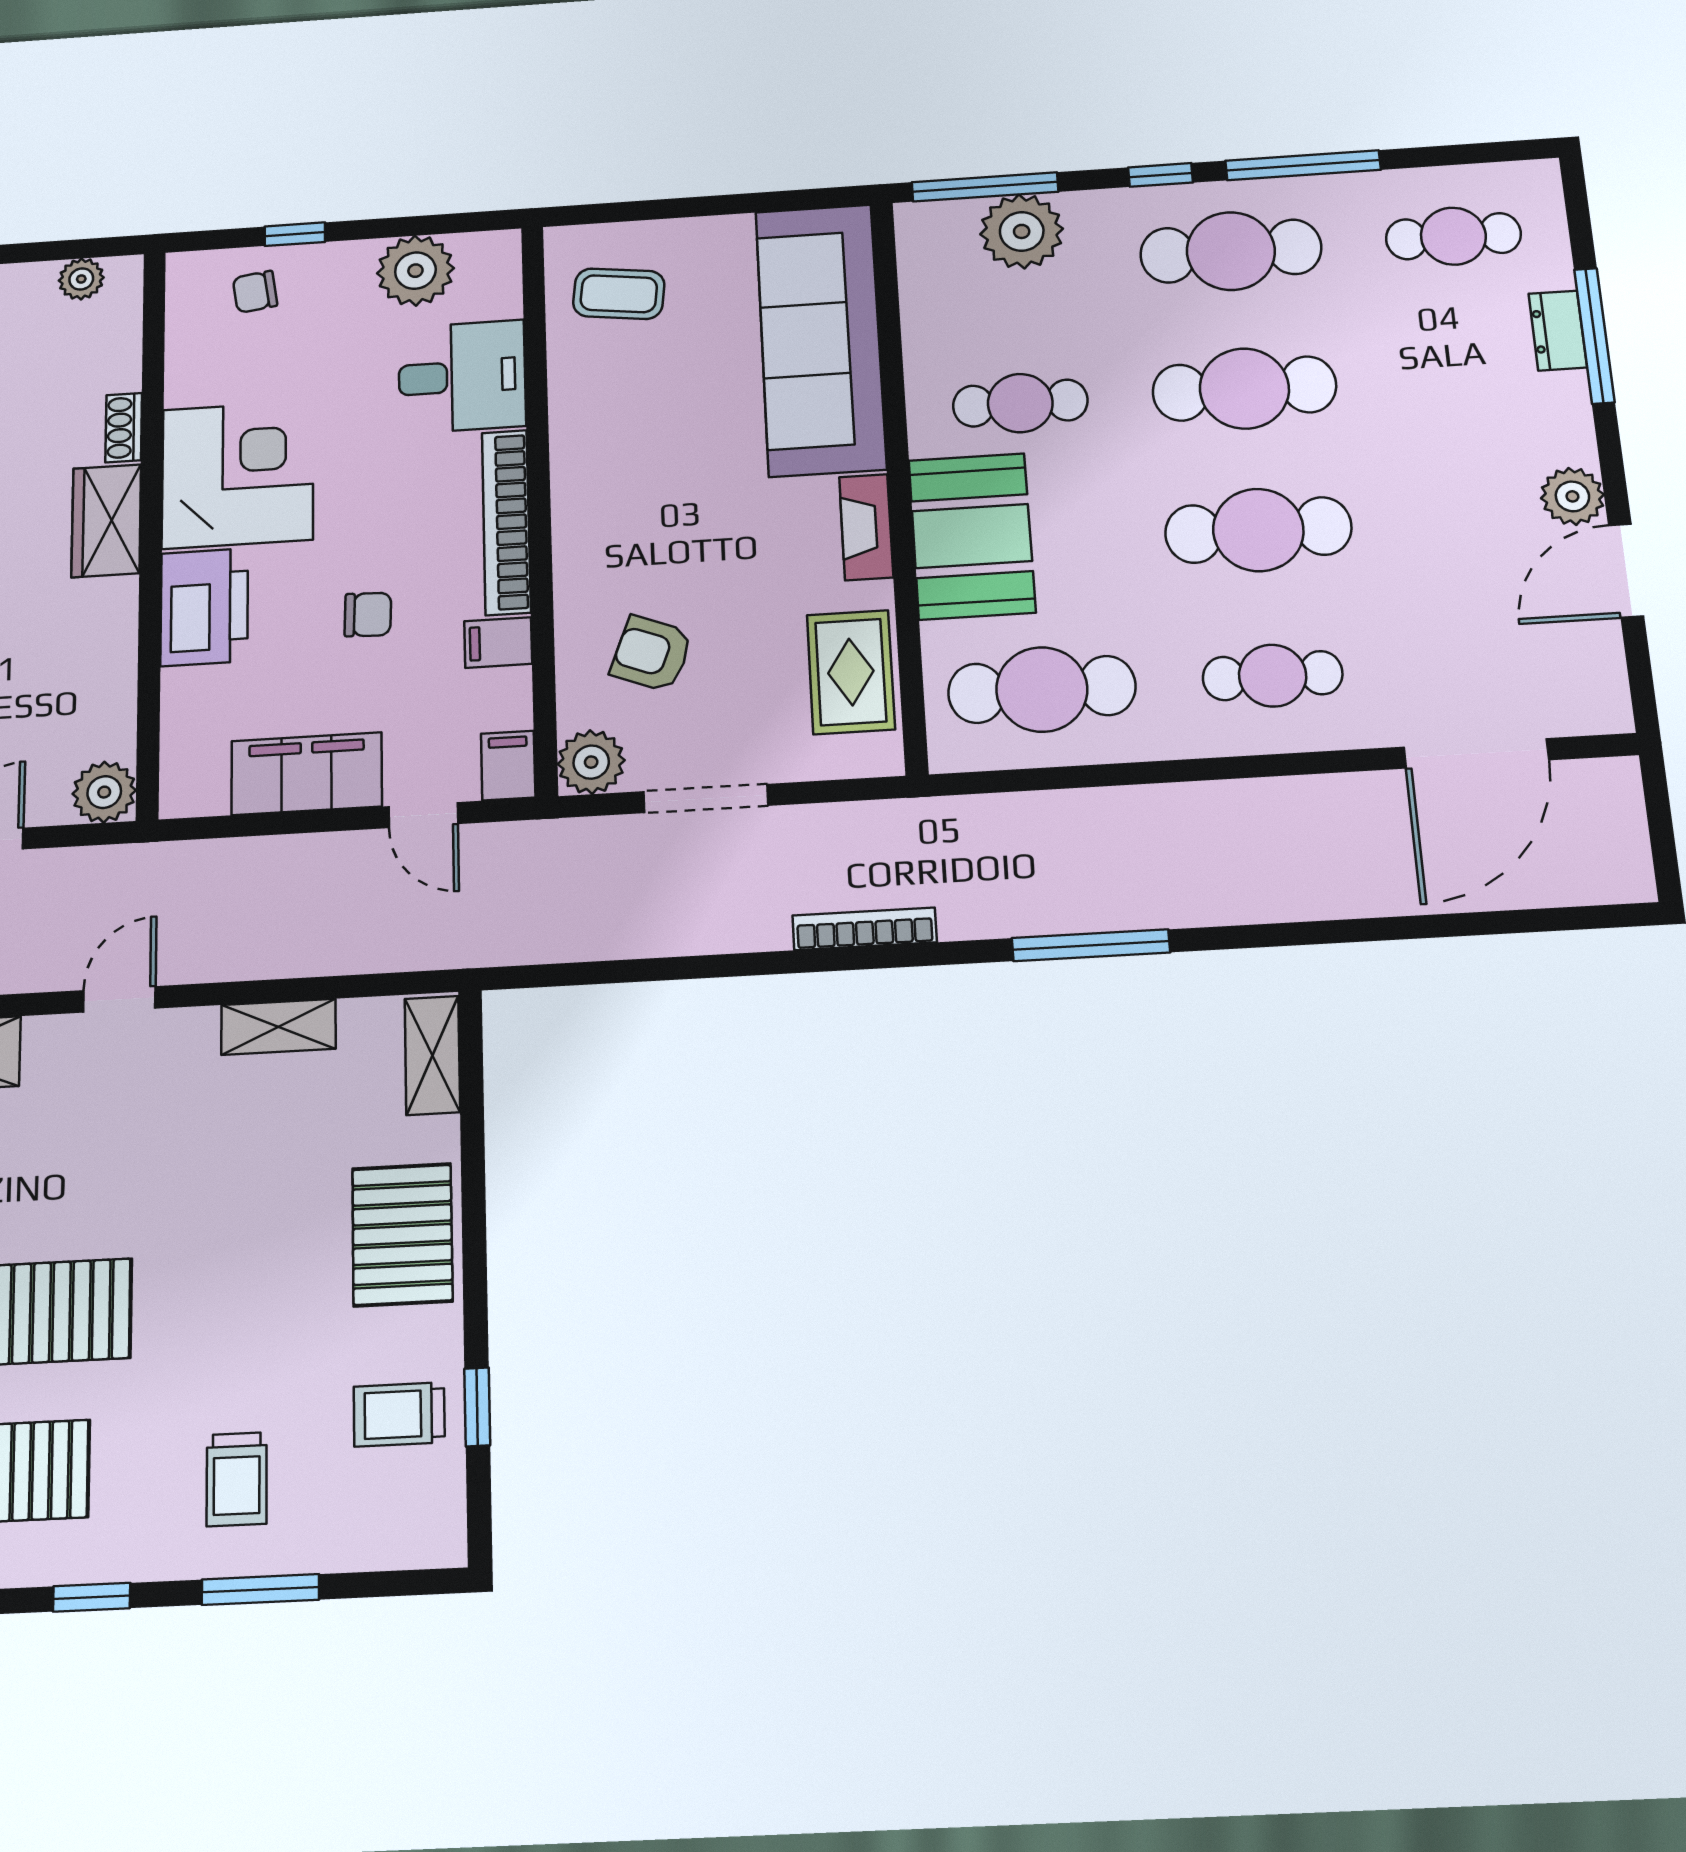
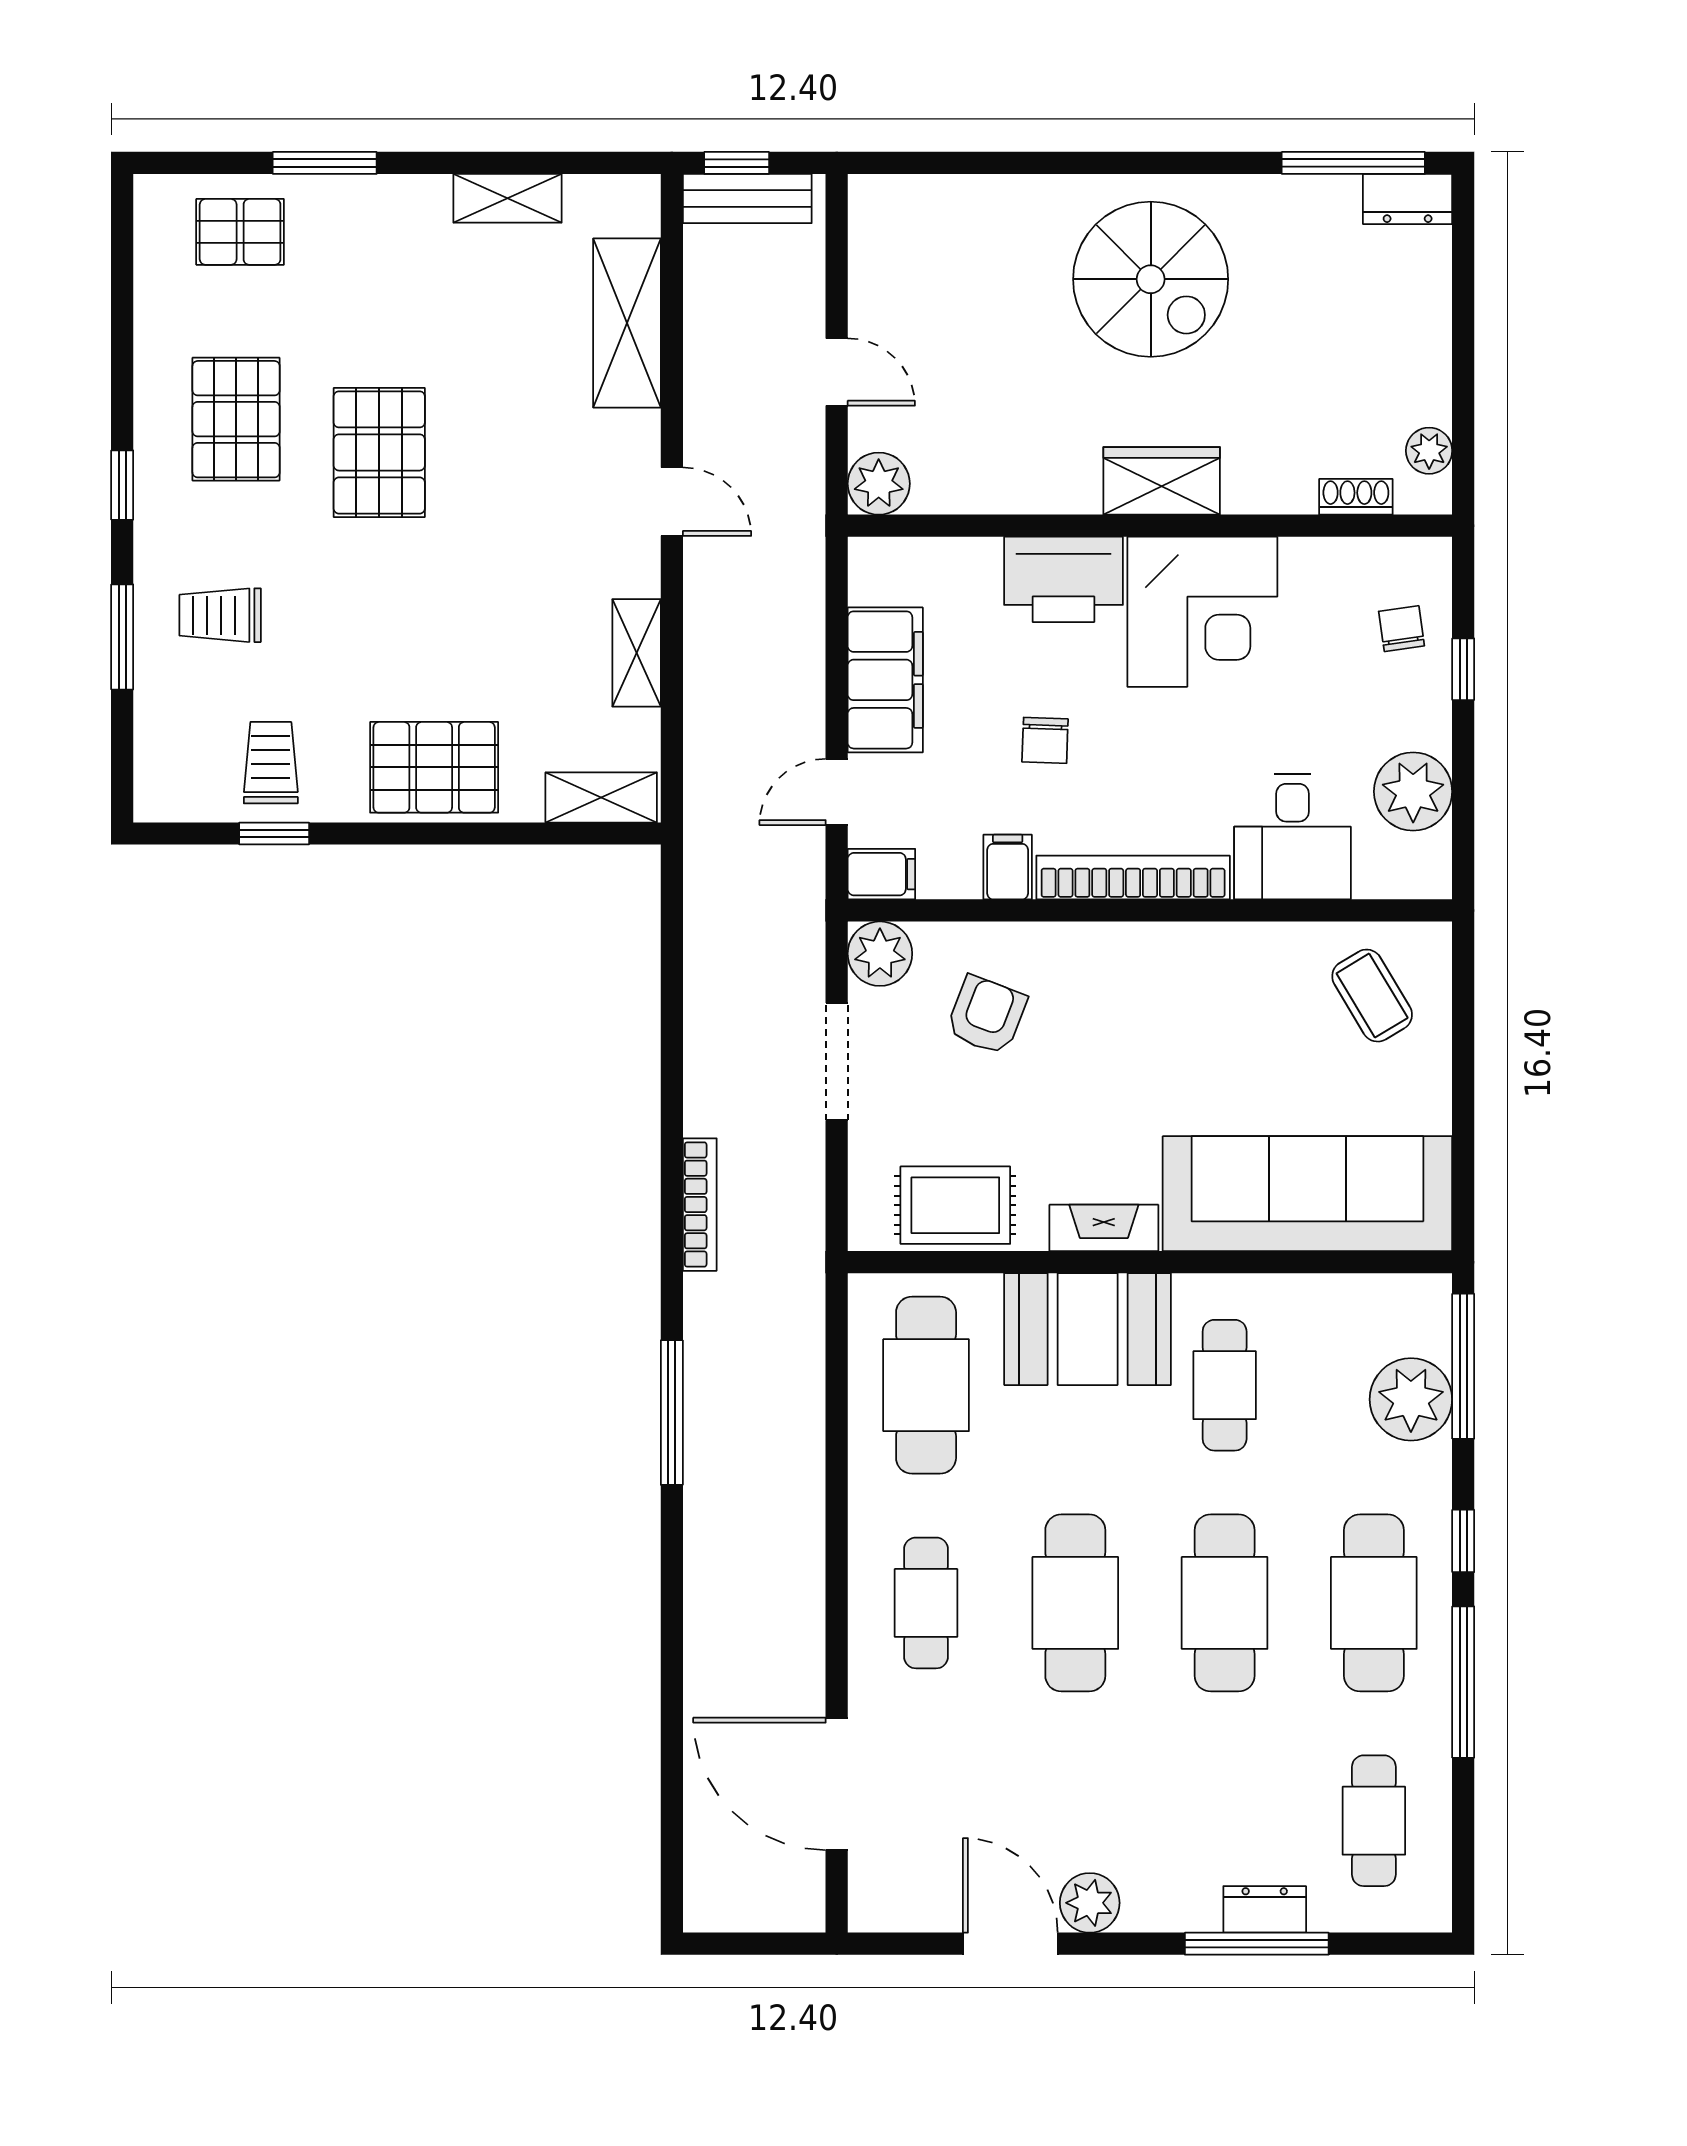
coffee table: (619, 294) -> (1372, 996), turned -38
shoe rack: (124, 428) -> (1356, 497), moved

